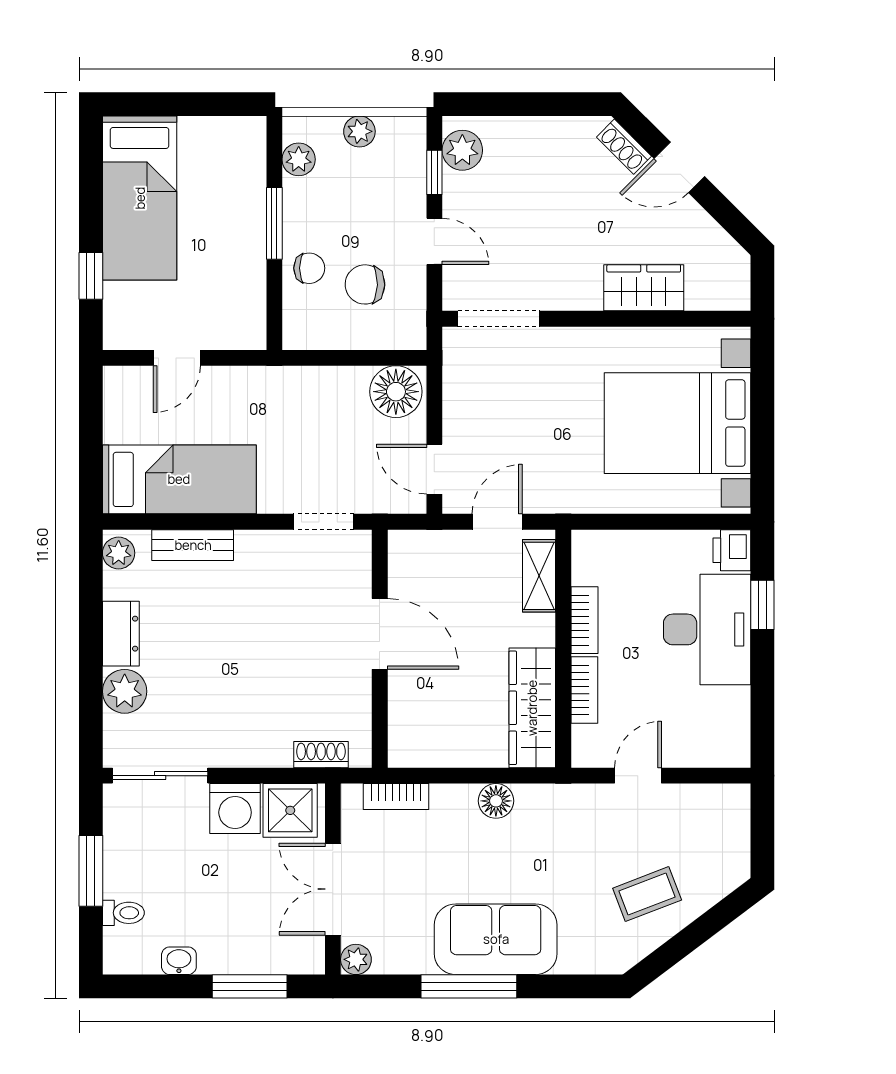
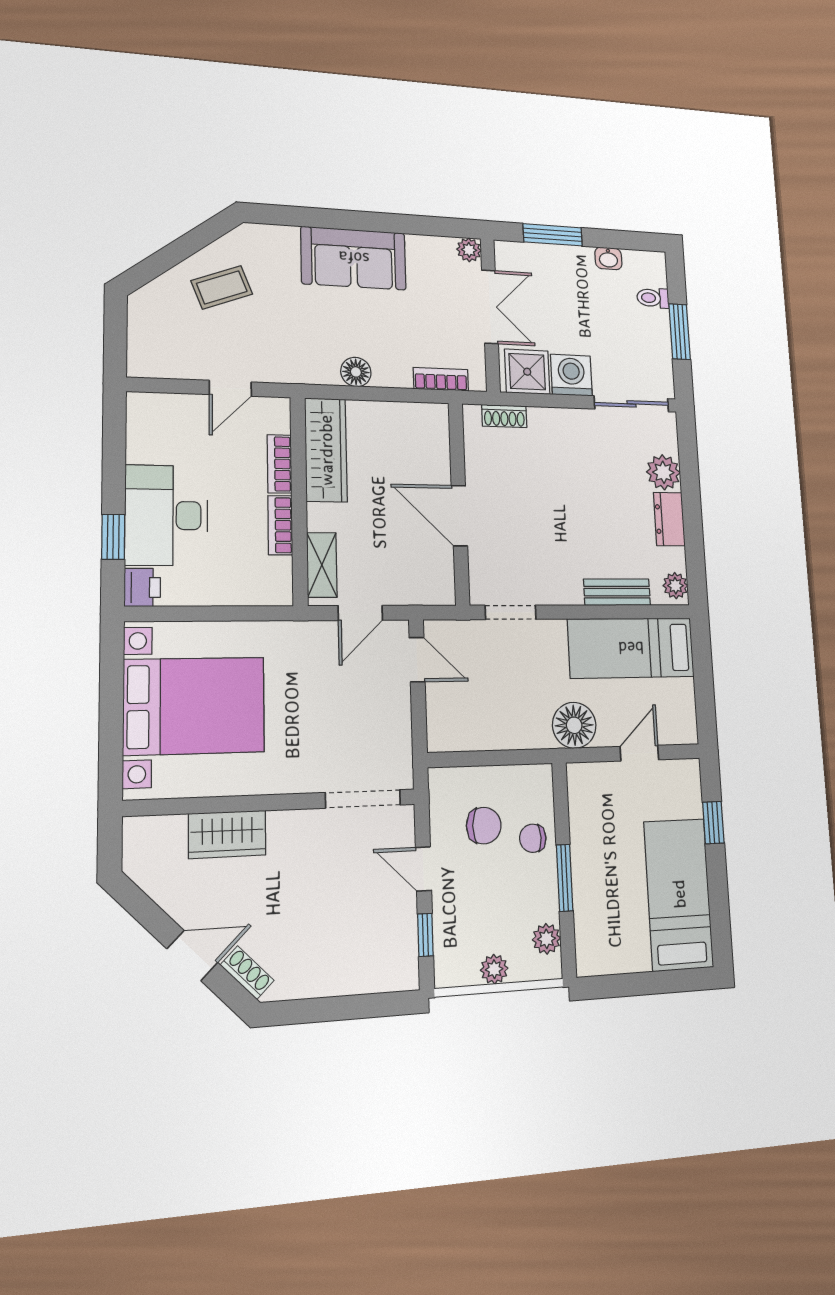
plant: (462, 150) -> (400, 958), removed
floor lamp: (396, 392) -> (574, 725), moved
window: (469, 986) -> (375, 222), removed

